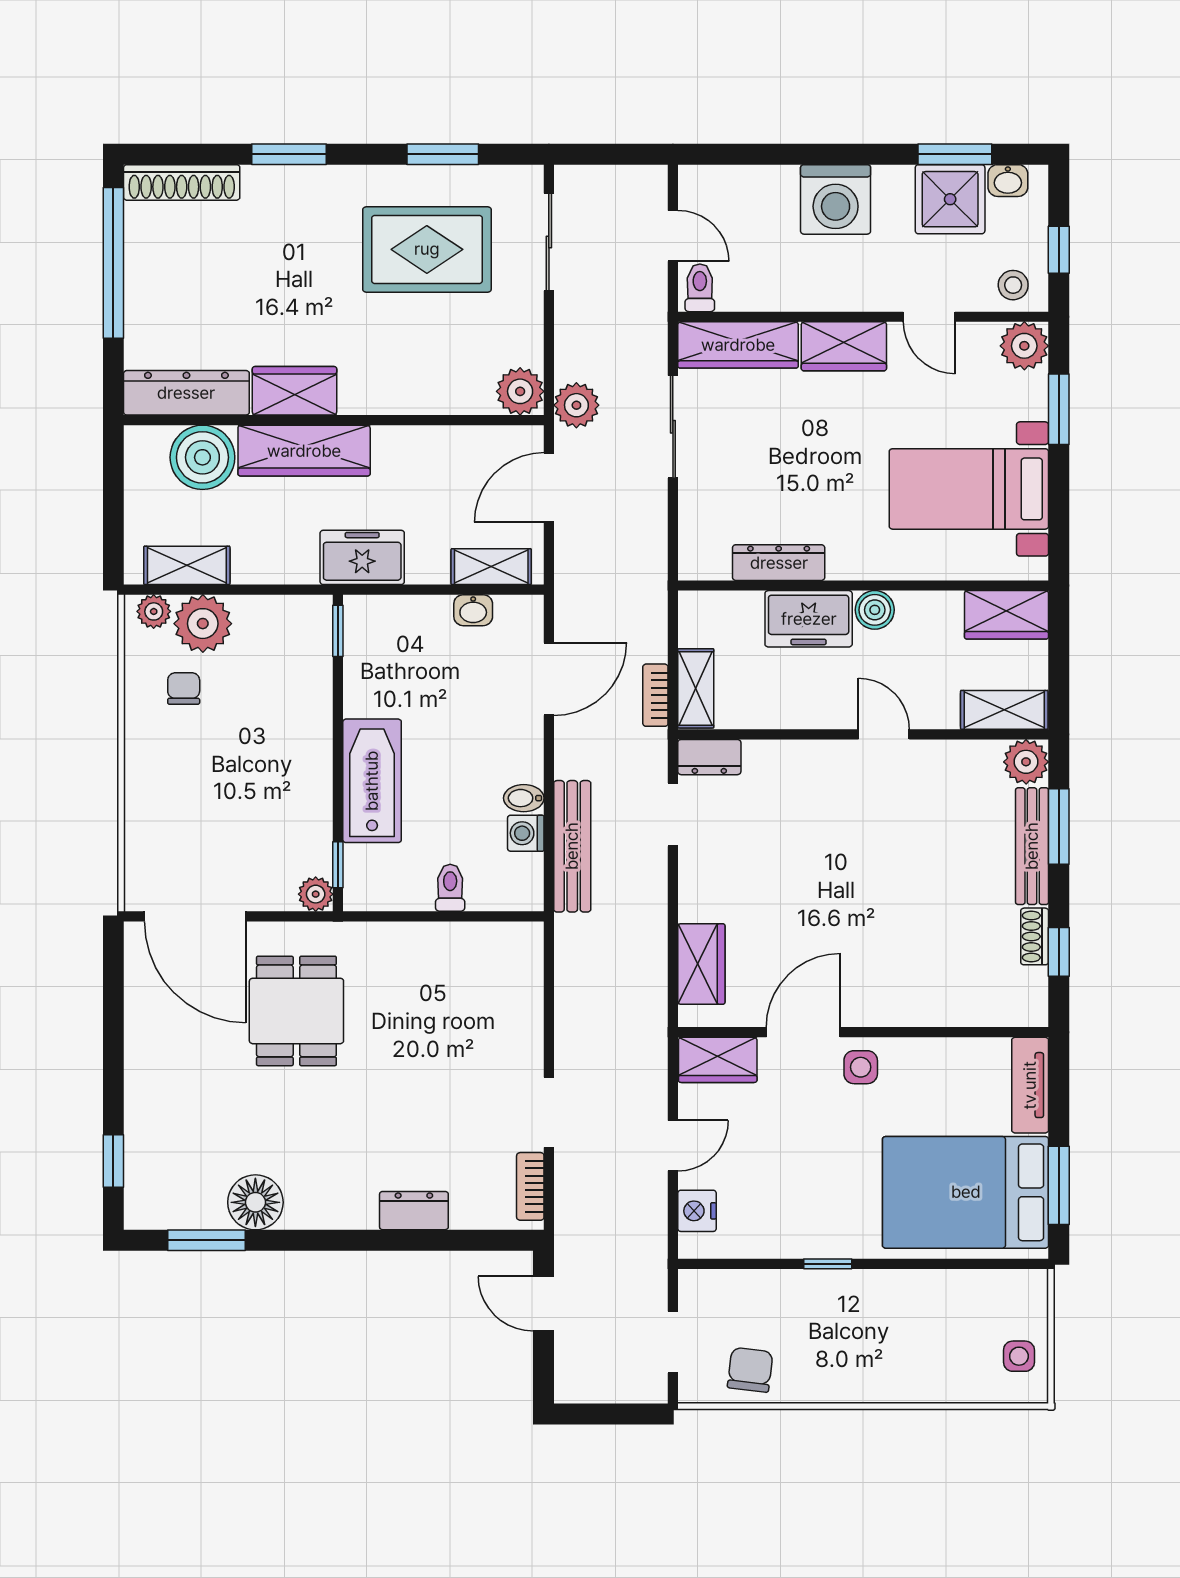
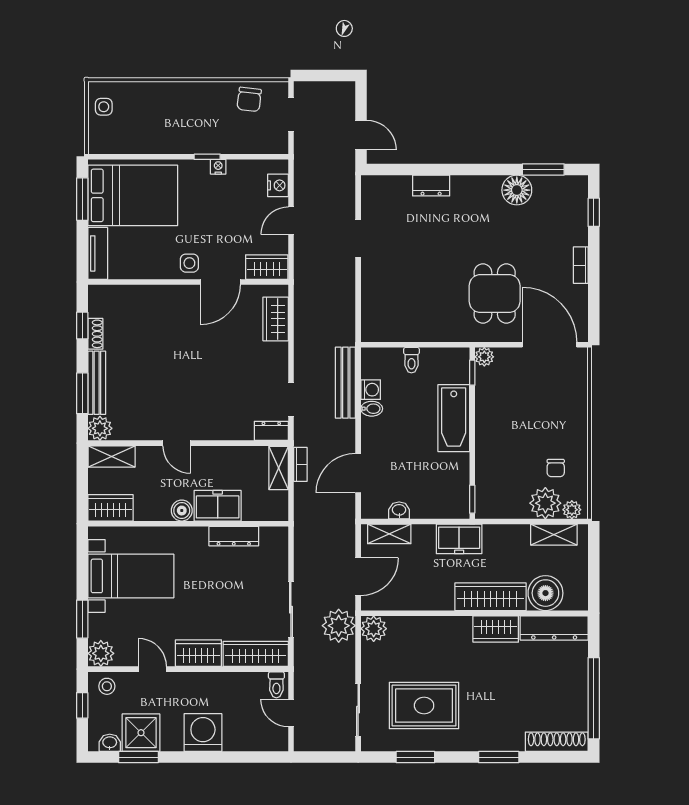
plant: (576, 405) -> (339, 626), width x1.36, depth x1.36
bookcase: (530, 1186) -> (581, 265), moved, turned 180
nightstand: (807, 1245) -> (218, 167), added

